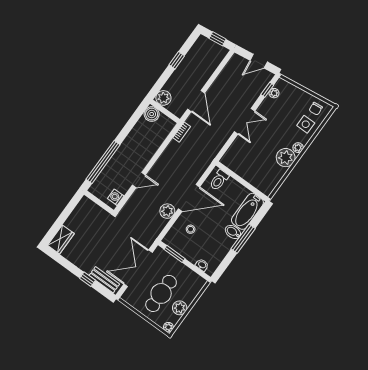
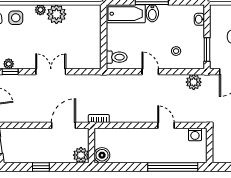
door: (189, 198) -> (150, 72), width x0.53
plant: (167, 211) -> (194, 82), moved

